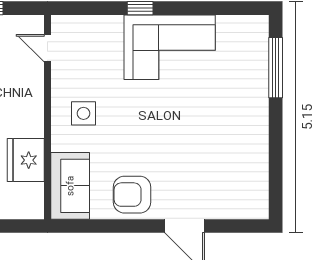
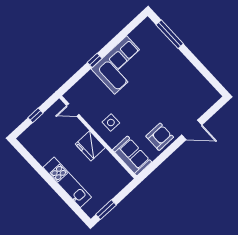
fridge: (26, 160) -> (90, 146), moved
armchair: (132, 195) -> (160, 137), turned 180

